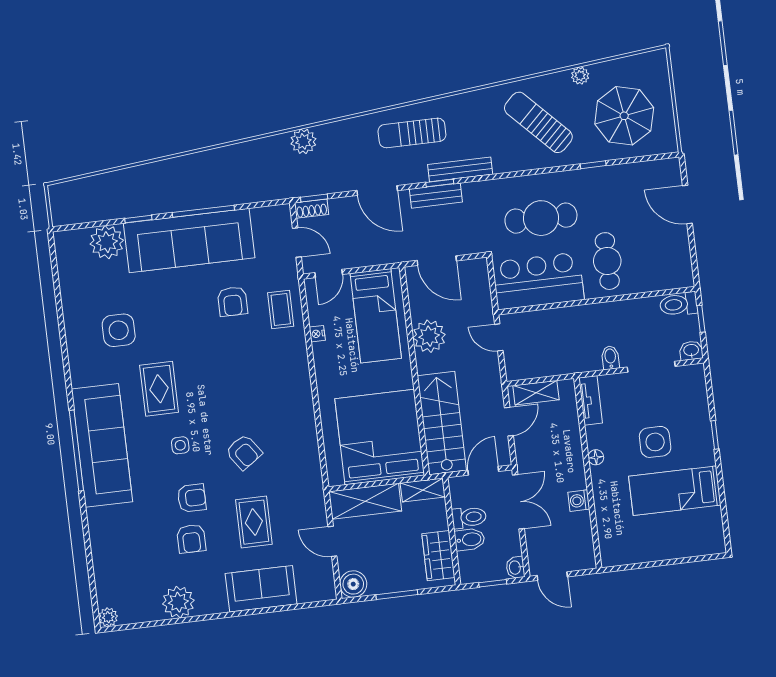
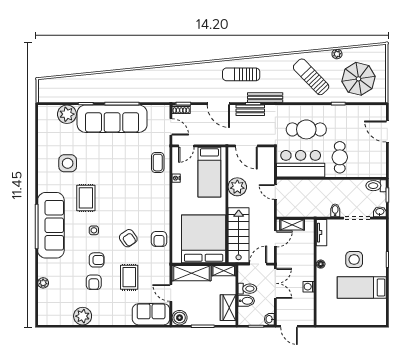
plant: (303, 141) -> (181, 72), removed
armchair: (232, 302) -> (159, 239), moved
sofa: (261, 589) -> (151, 314), moved
plant: (108, 617) -> (43, 283), moved

